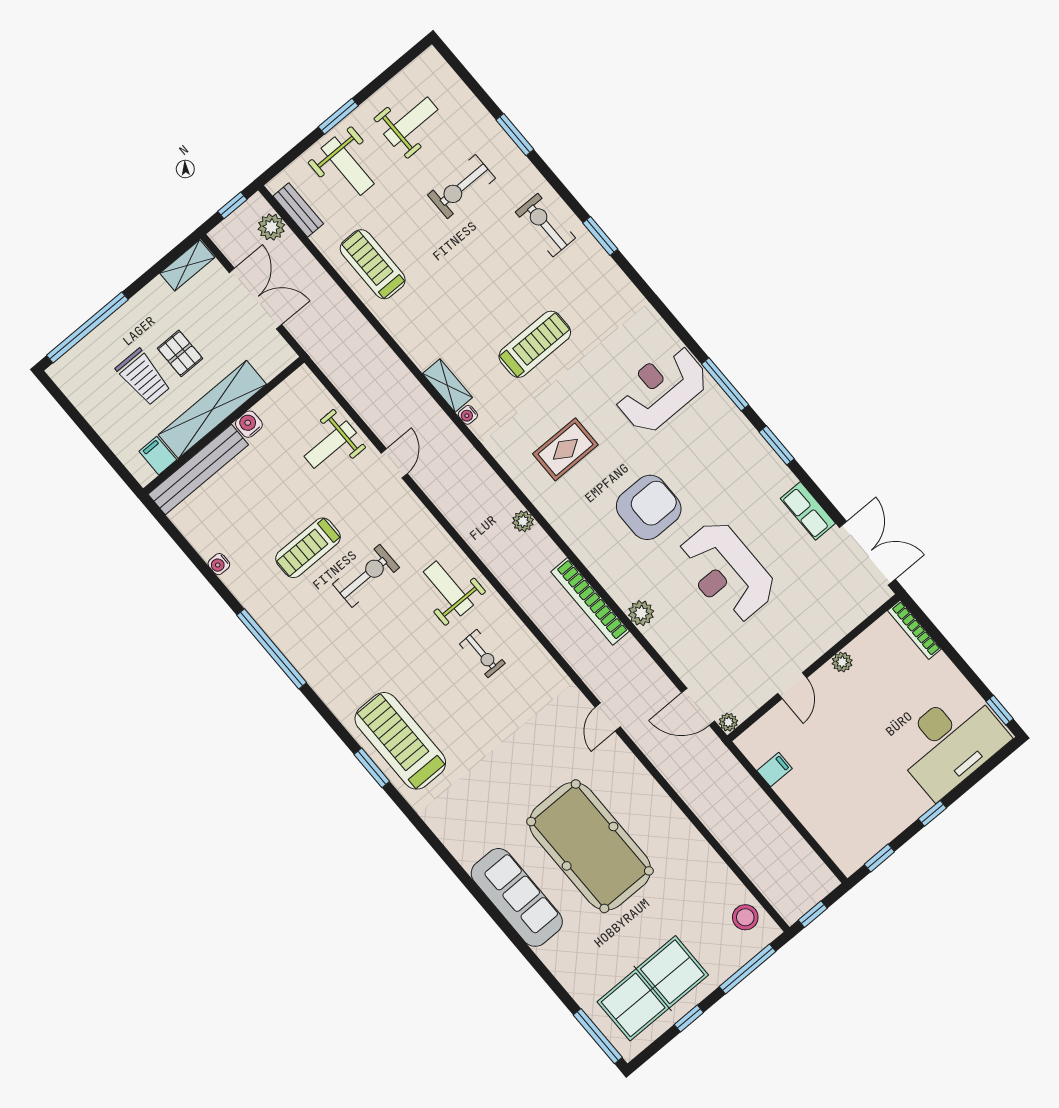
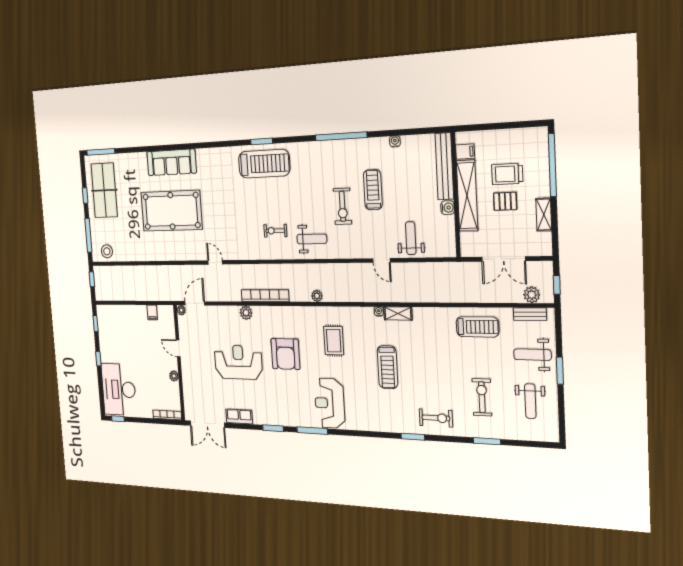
shelving: (187, 265) -> (544, 215), moved
reception desk: (661, 389) -> (330, 403), turned 180

